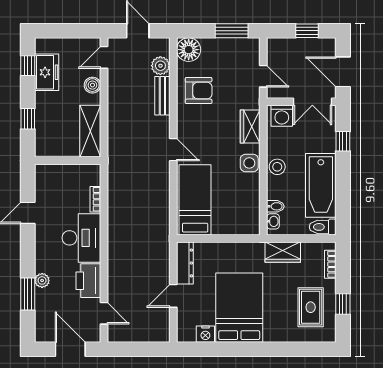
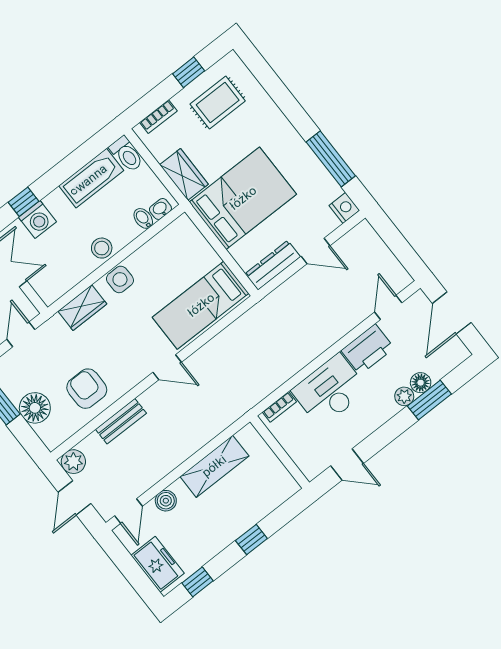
floor lamp: (189, 50) -> (35, 408), moved
door: (104, 57) -> (129, 511), hinge flipped
plant: (160, 66) -> (73, 462), moved
freezer: (47, 72) -> (158, 564), moved, turned 90
washing machine: (282, 116) -> (37, 219), moved, turned 90
door: (173, 150) -> (167, 367), swing flipped
wall: (68, 161) -> (280, 452), moved
bathtub: (321, 185) -> (91, 178), width x0.73, depth x0.73
floor lamp: (43, 297) -> (421, 383), added
bed: (239, 308) -> (243, 198), moved, turned 180
nightstand: (205, 334) -> (344, 208), moved
window: (222, 349) -> (331, 159), added

